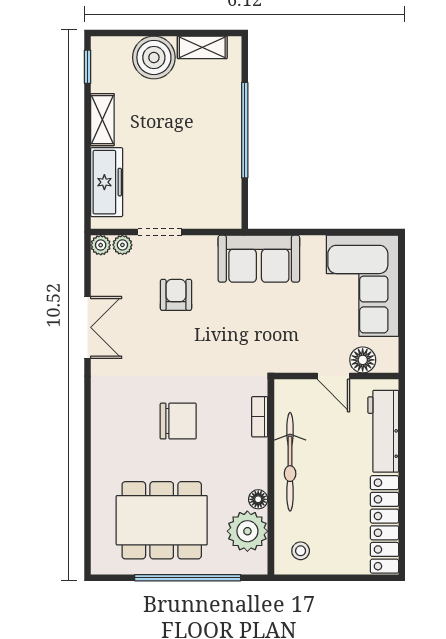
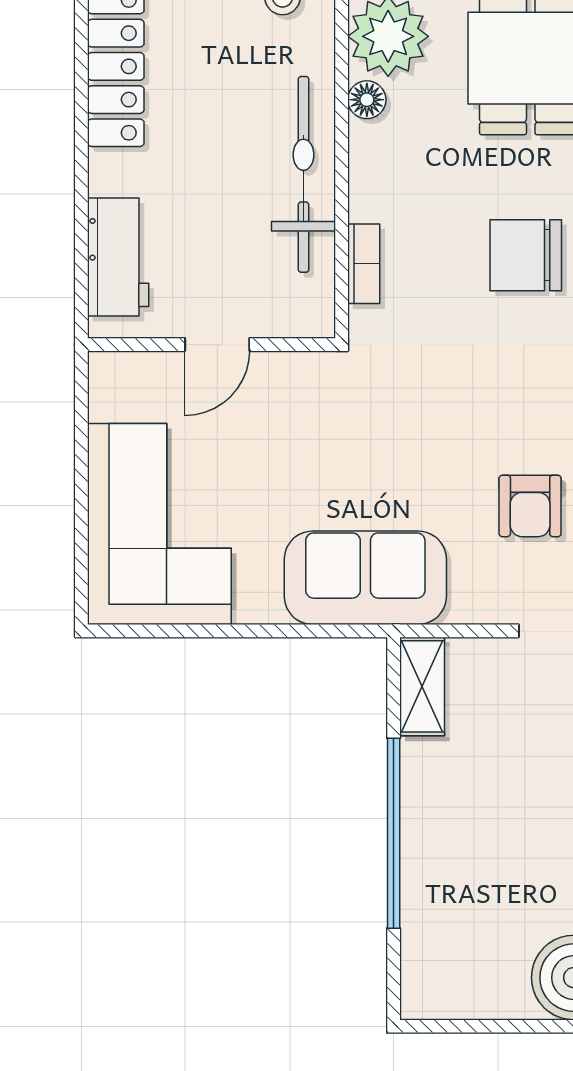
shelving: (202, 47) -> (422, 686), moved, turned 90
floor lamp: (363, 360) -> (159, 377), removed
door: (333, 376) -> (217, 345), swing flipped
workbench: (383, 431) -> (118, 257), width x0.73

